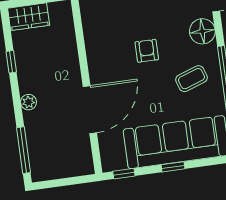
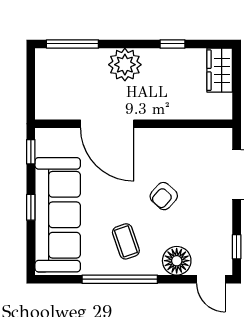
armchair: (147, 51) -> (164, 196), turned 132
plant: (29, 102) -> (125, 65), width x1.88, depth x1.88

